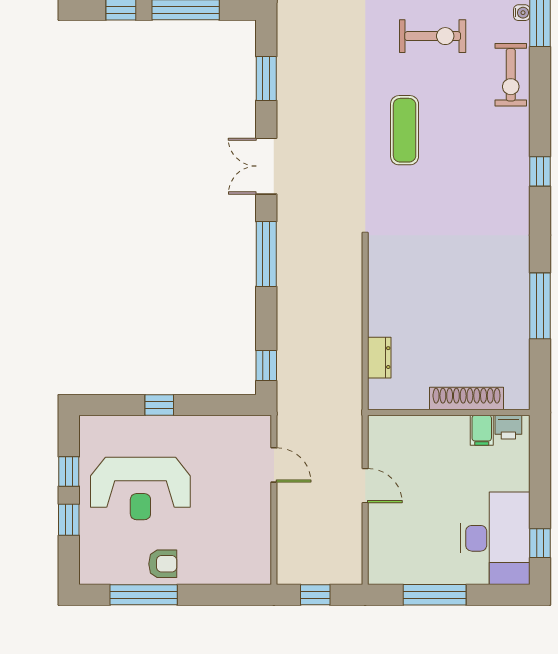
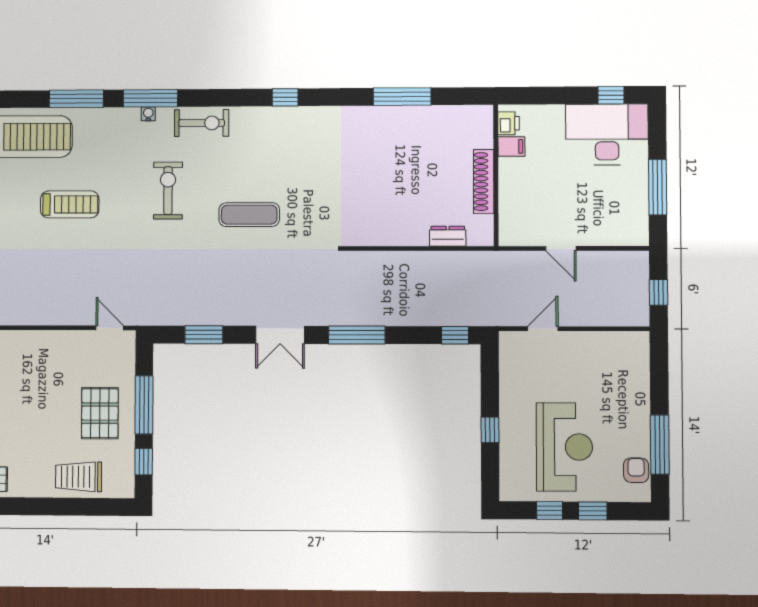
shoe rack: (467, 399) -> (484, 182), moved
door: (365, 486) -> (561, 248), swing flipped
armchair: (163, 564) -> (636, 470), moved

